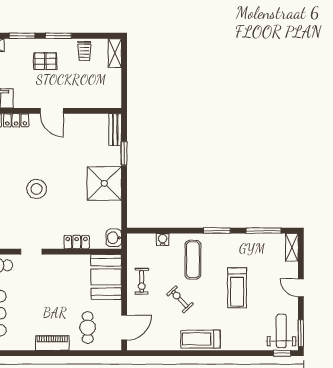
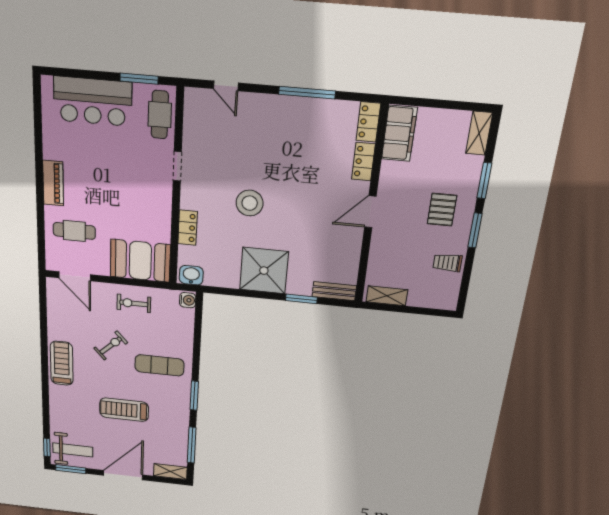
shelving: (115, 53) -> (387, 296), moved
stool: (37, 189) -> (250, 203), moved
water cooler: (163, 240) -> (188, 300), moved
door: (301, 288) -> (123, 475), width x1.88

